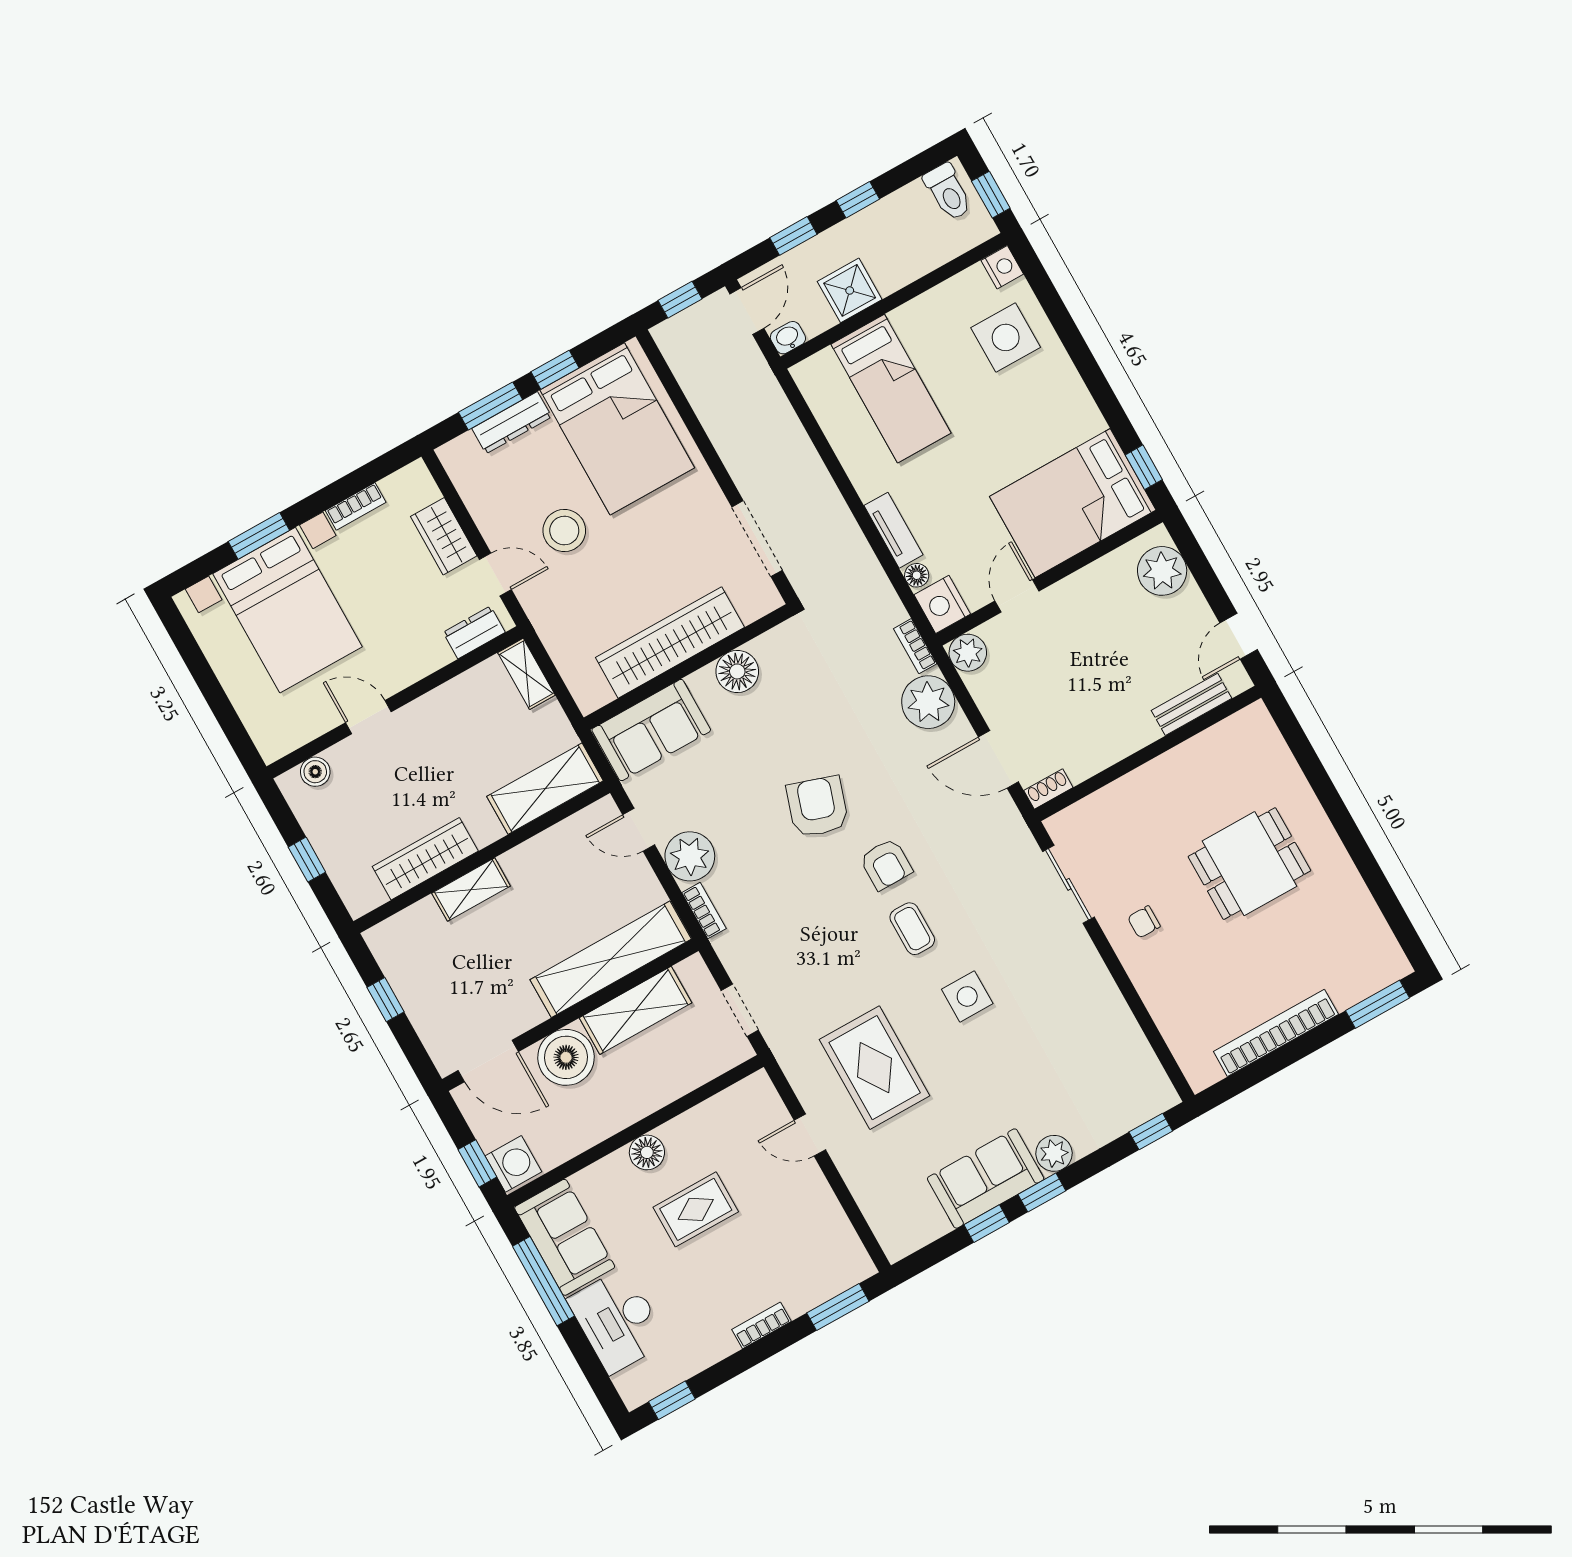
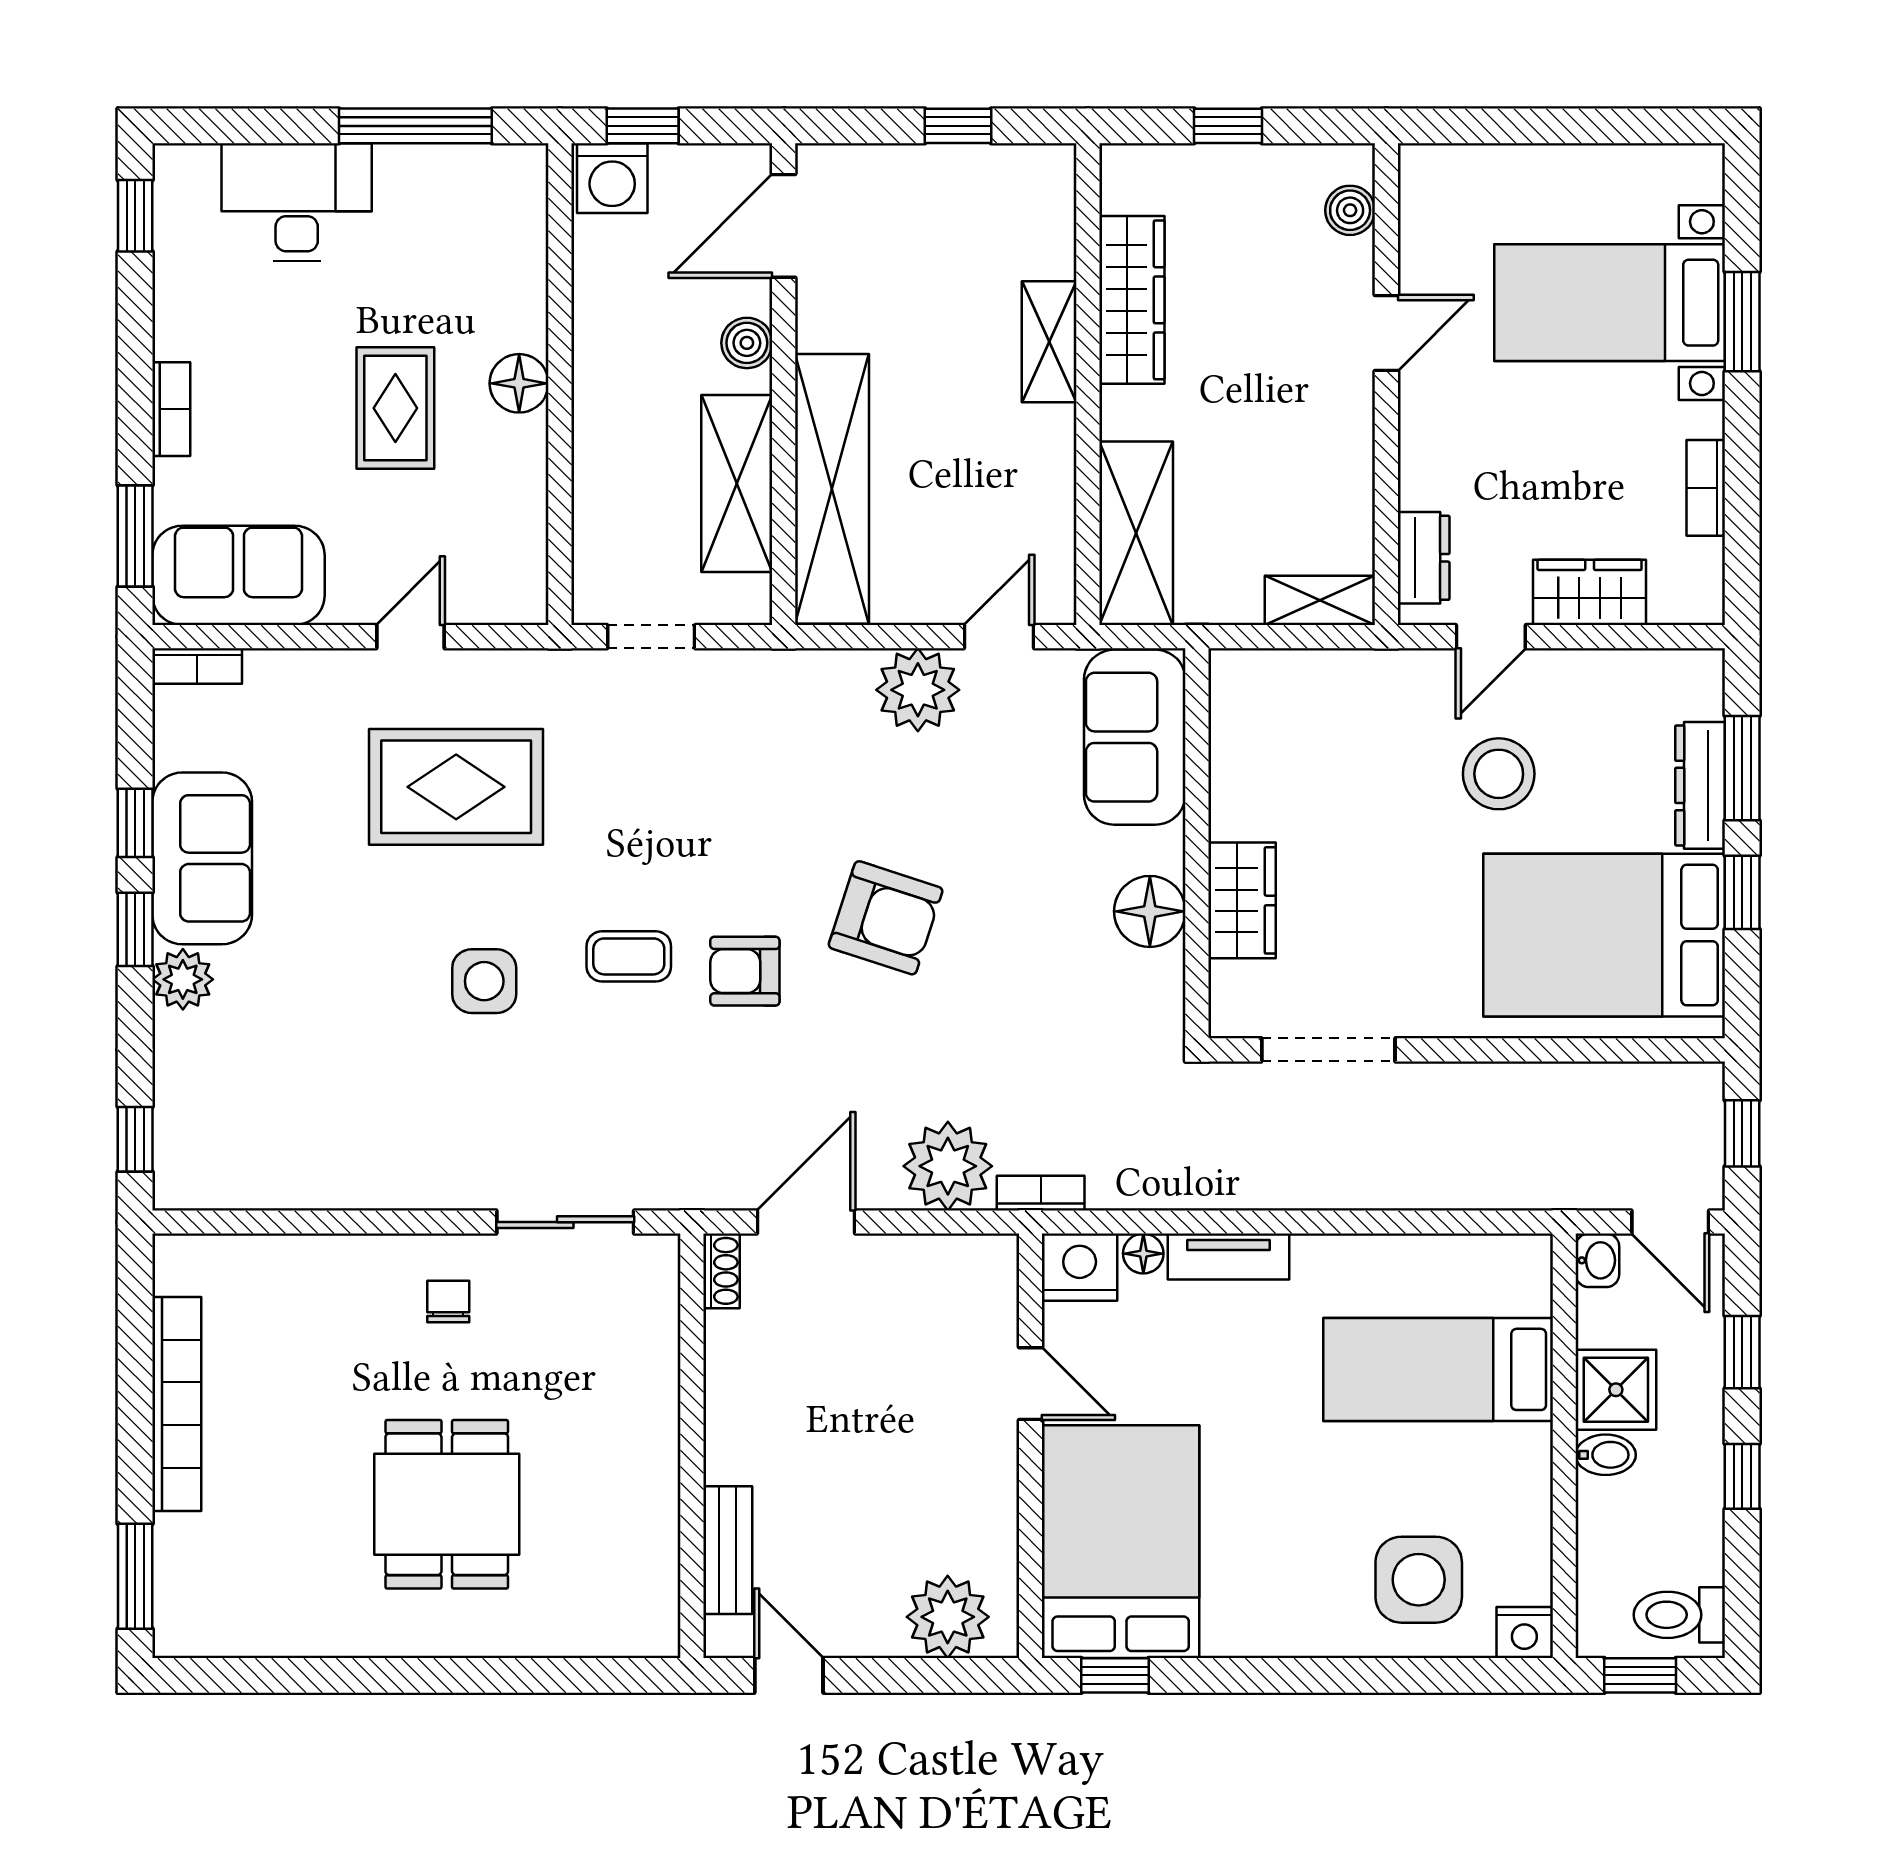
bidet: (886, 277) -> (1606, 1455), added
bed with nightstands: (288, 610) -> (1610, 303), width x0.73
wardrobe: (670, 642) -> (1242, 900), width x0.48, depth x0.85
plant: (968, 653) -> (988, 1265), removed
bookcase: (704, 911) -> (197, 666), moved
boiler: (566, 1057) -> (747, 343), width x0.54, depth x0.54
sofa: (565, 1237) -> (239, 575), moved, turned 180

